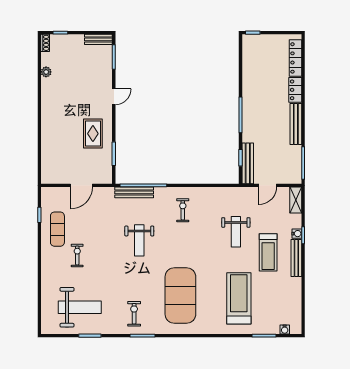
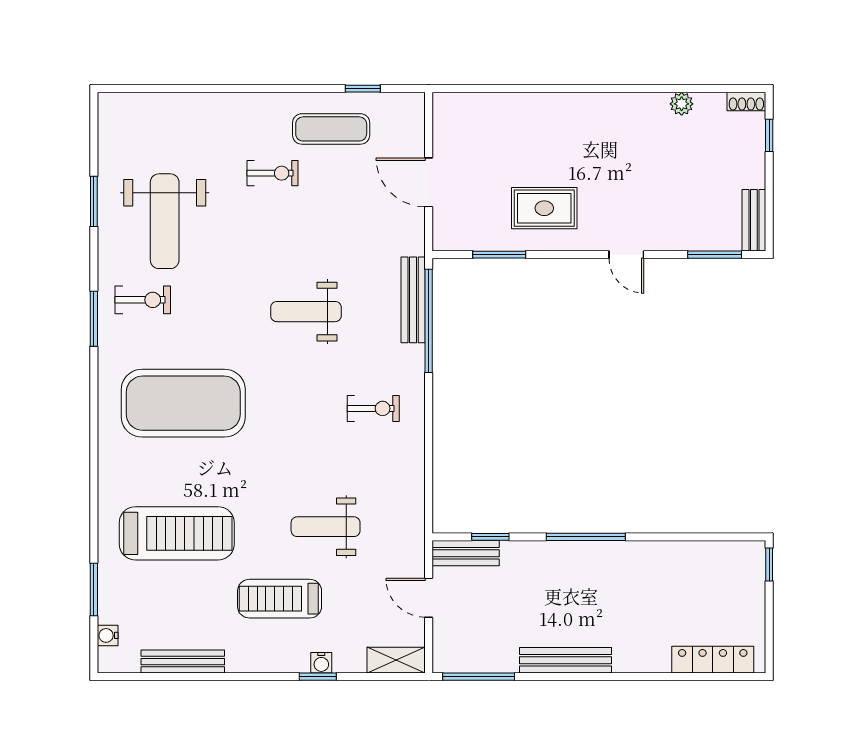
locker: (295, 90) -> (642, 659), removed
bench: (248, 163) -> (466, 553), width x0.73
bench: (296, 258) -> (183, 662), moved
weight bench: (80, 307) -> (165, 221), moved

